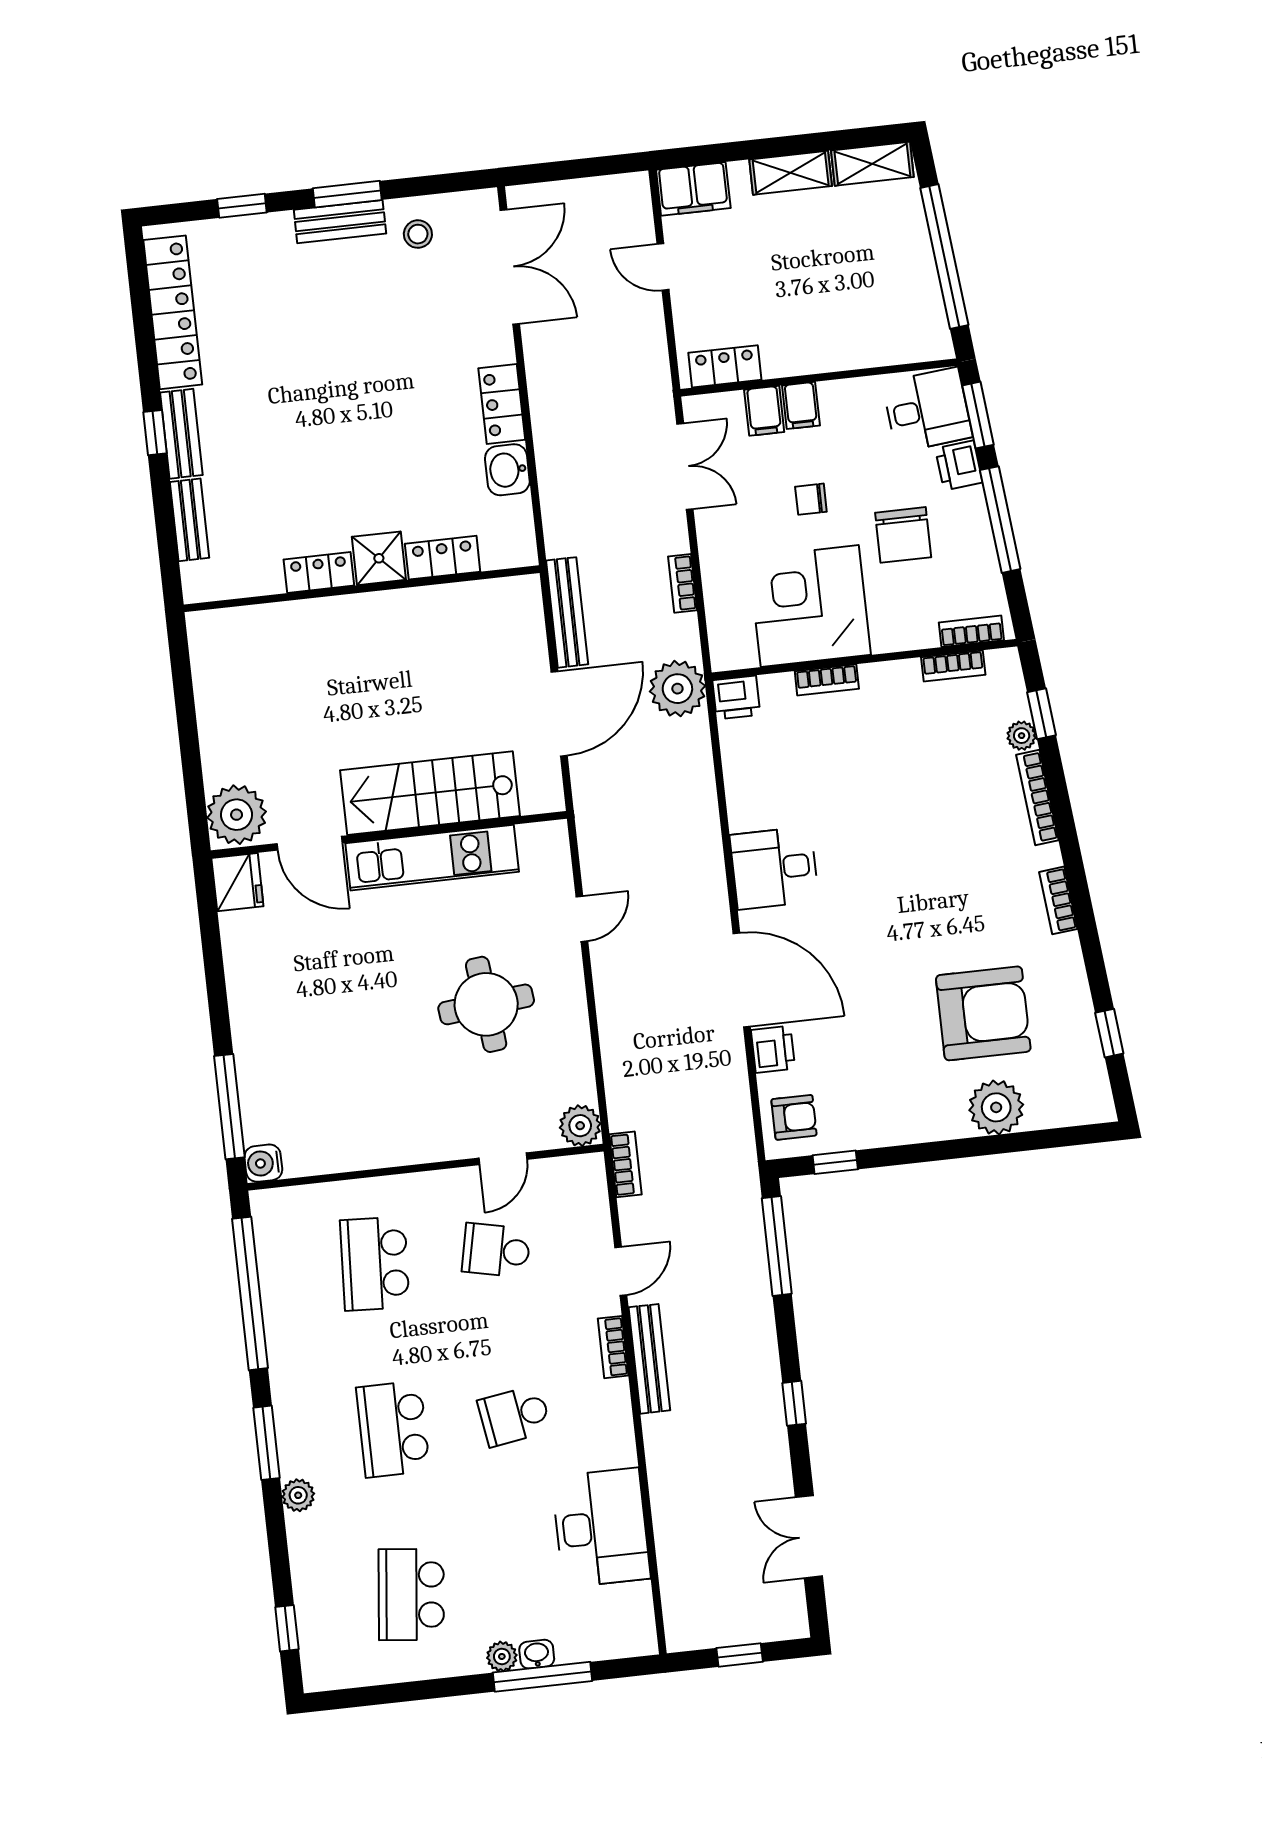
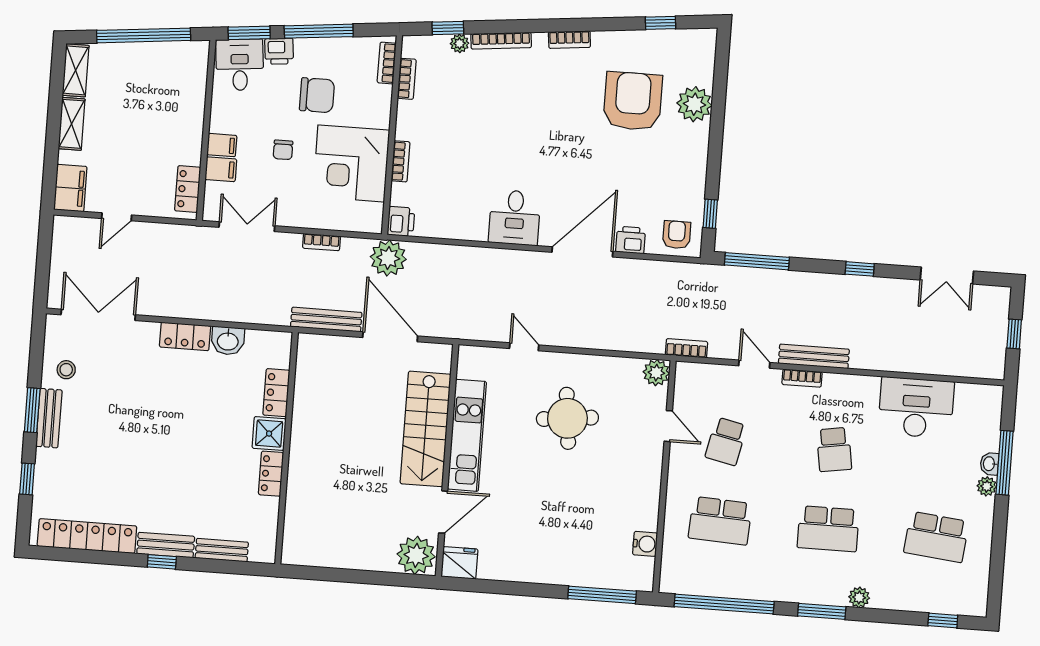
water cooler: (263, 1163) -> (645, 544), moved, turned -90

